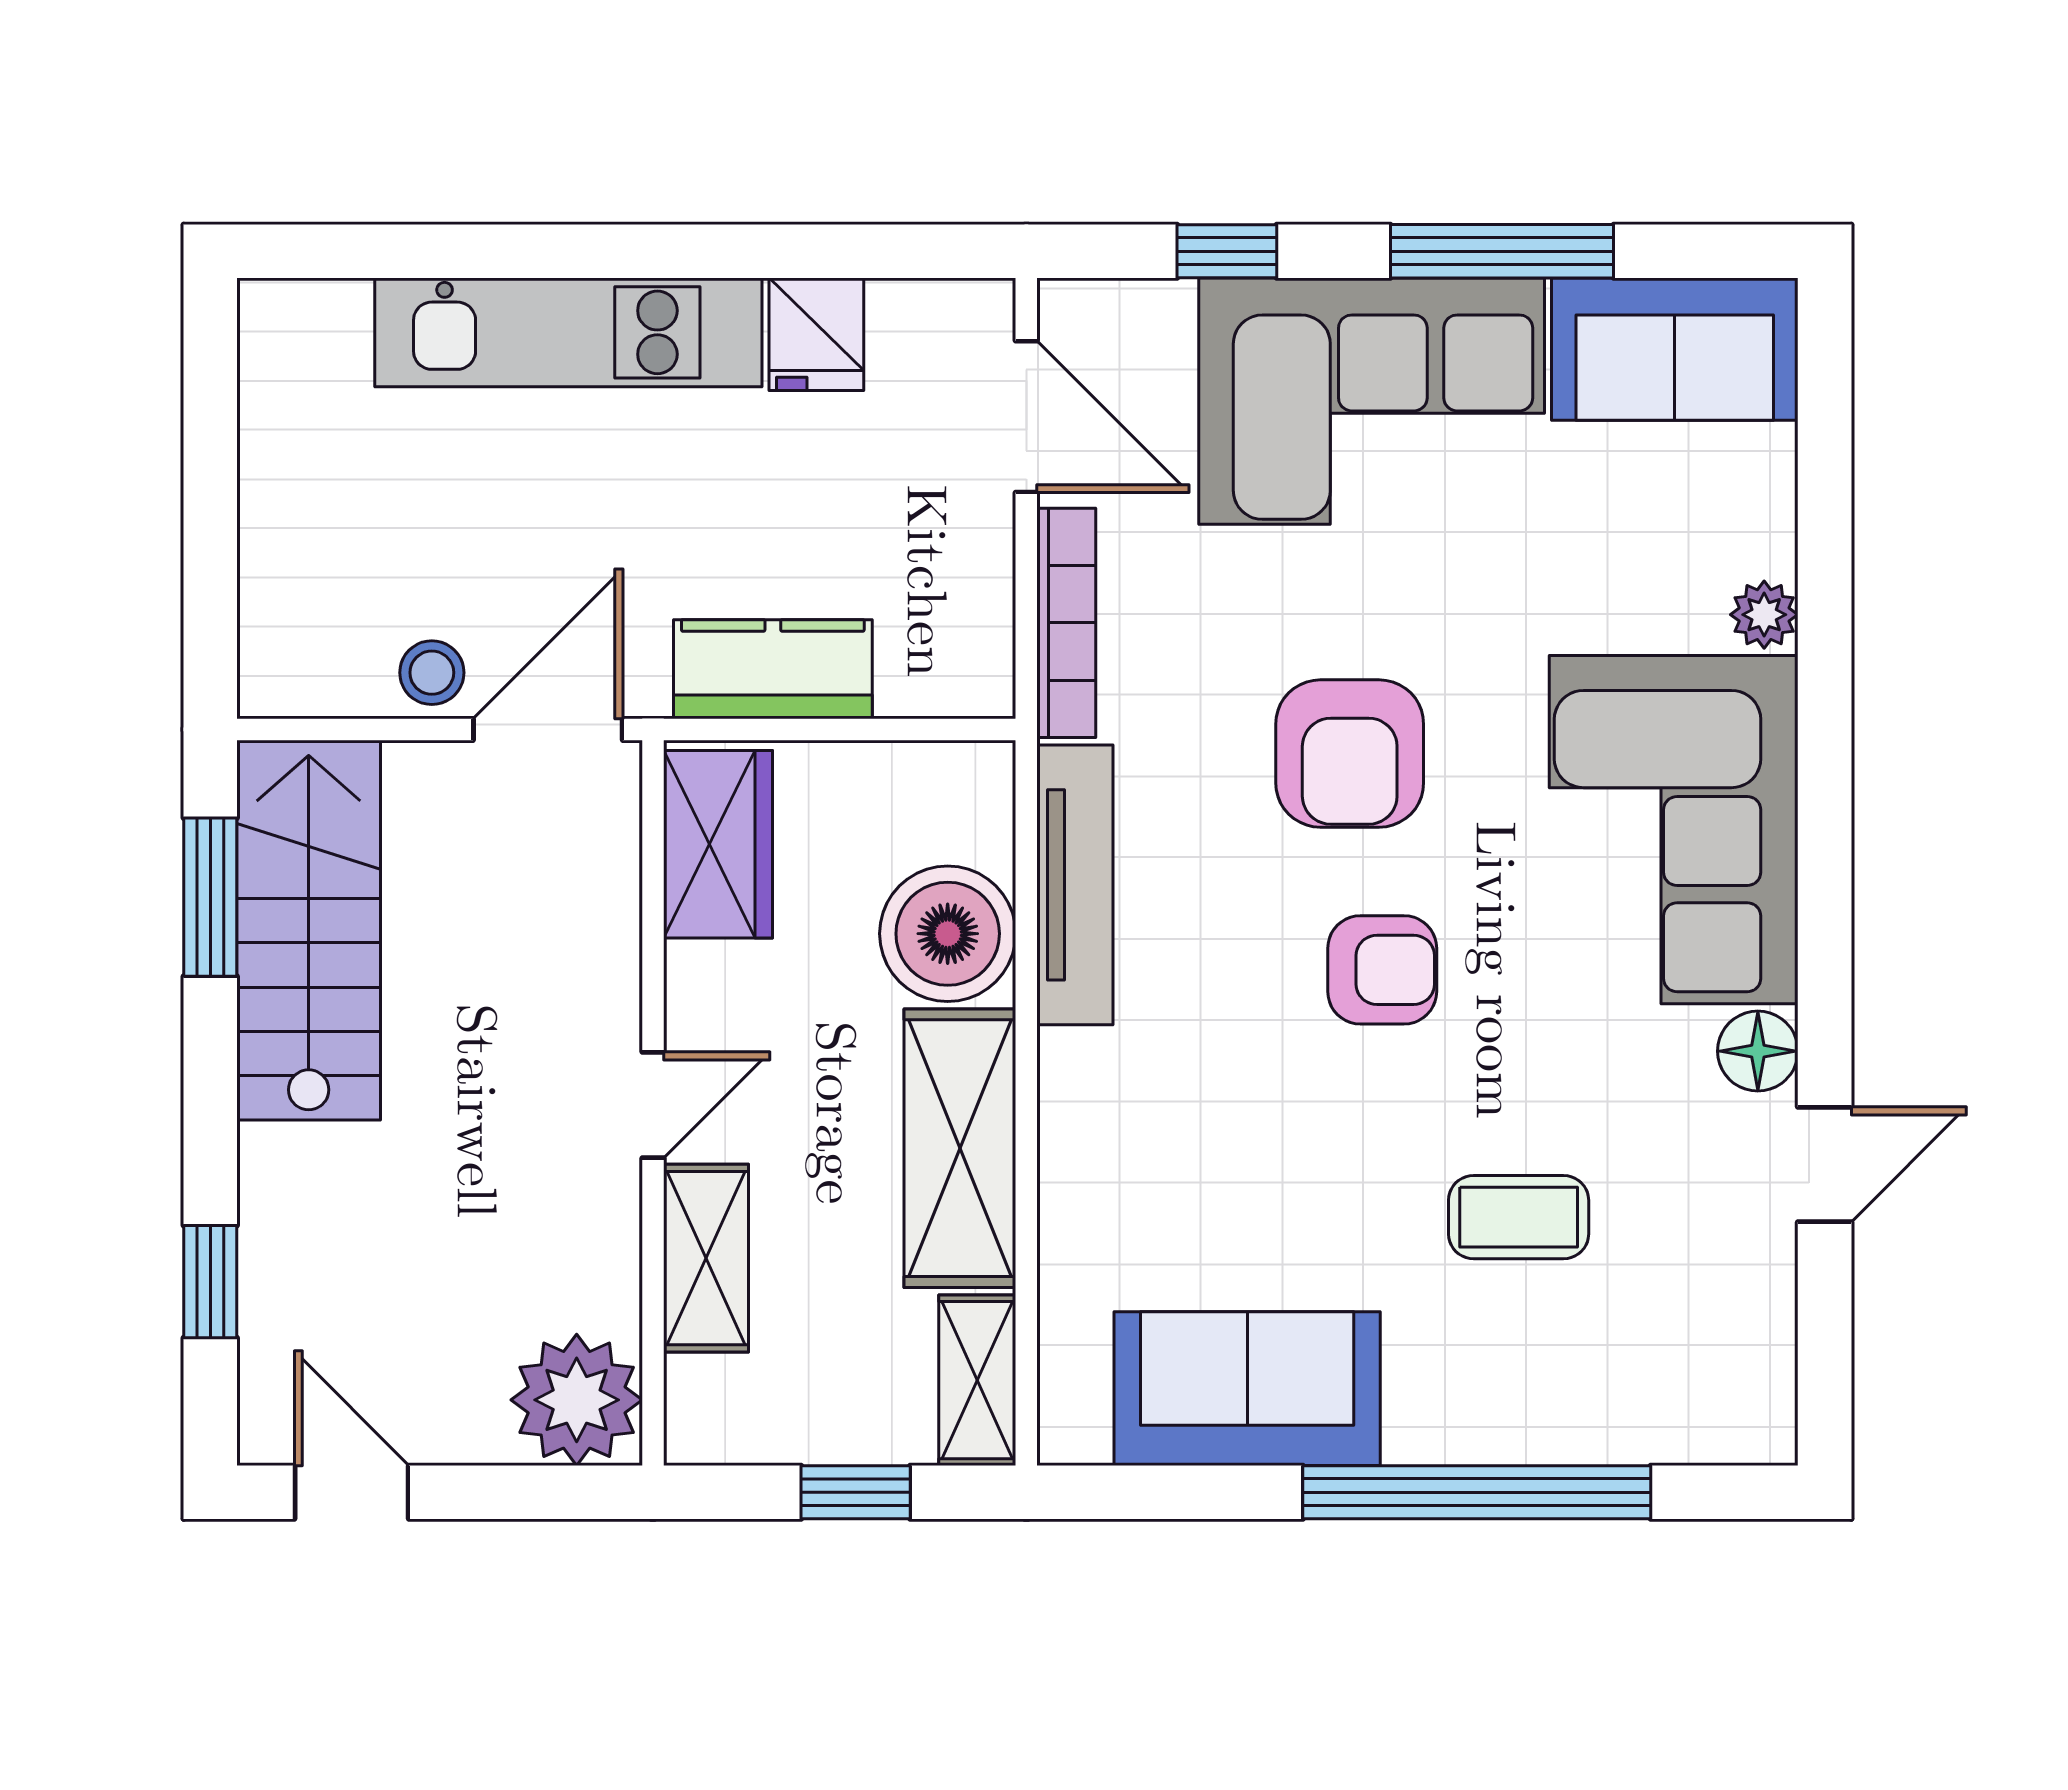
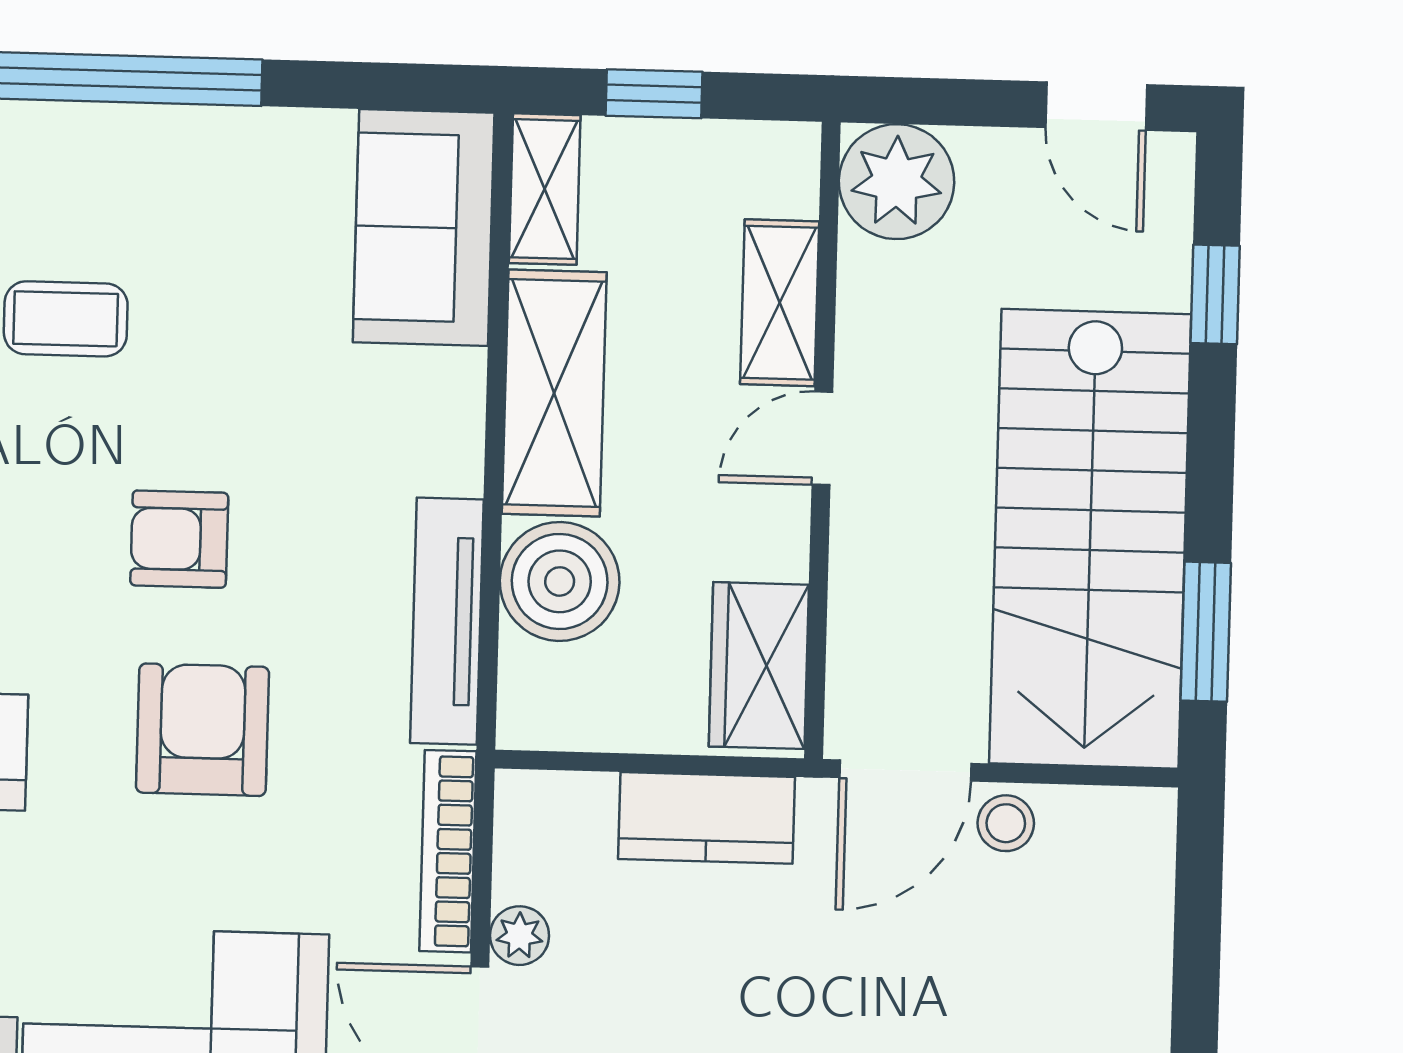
plant: (982, 529) -> (520, 936), added
stairs: (309, 930) -> (1090, 539), width x1.36, depth x1.51
sofa: (1247, 1389) -> (424, 228), moved, turned 90

